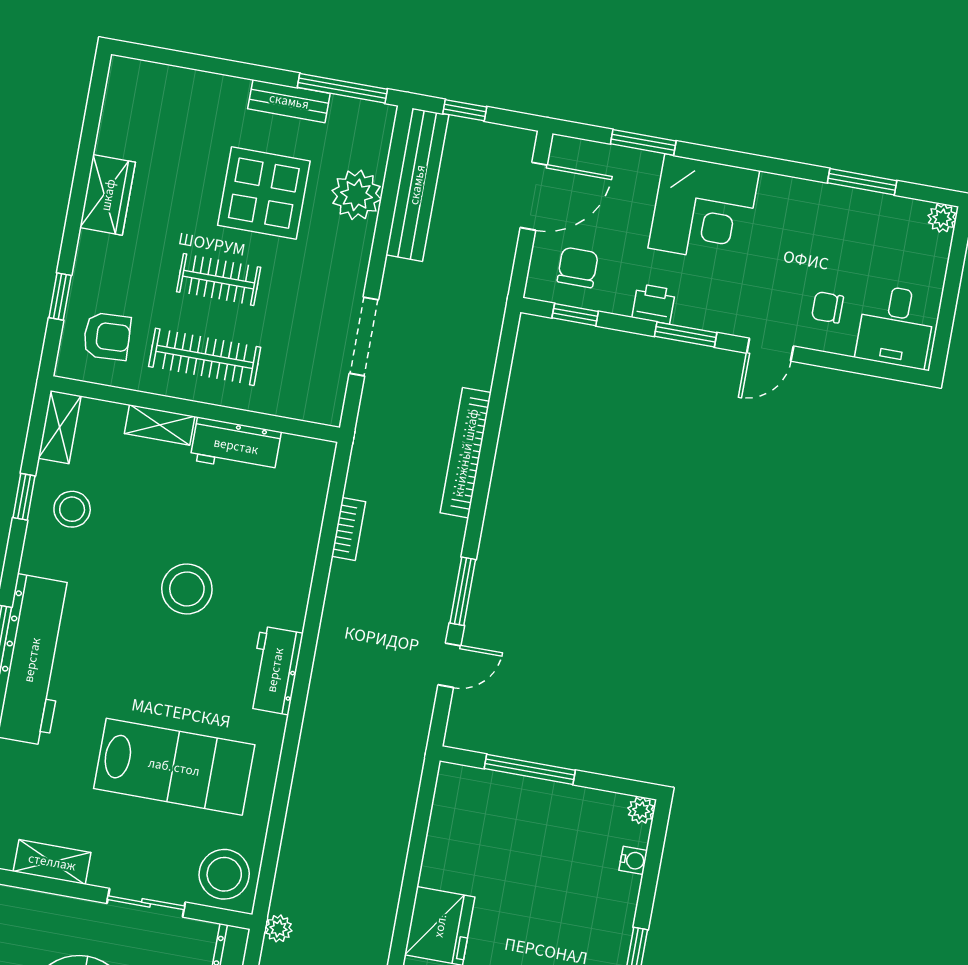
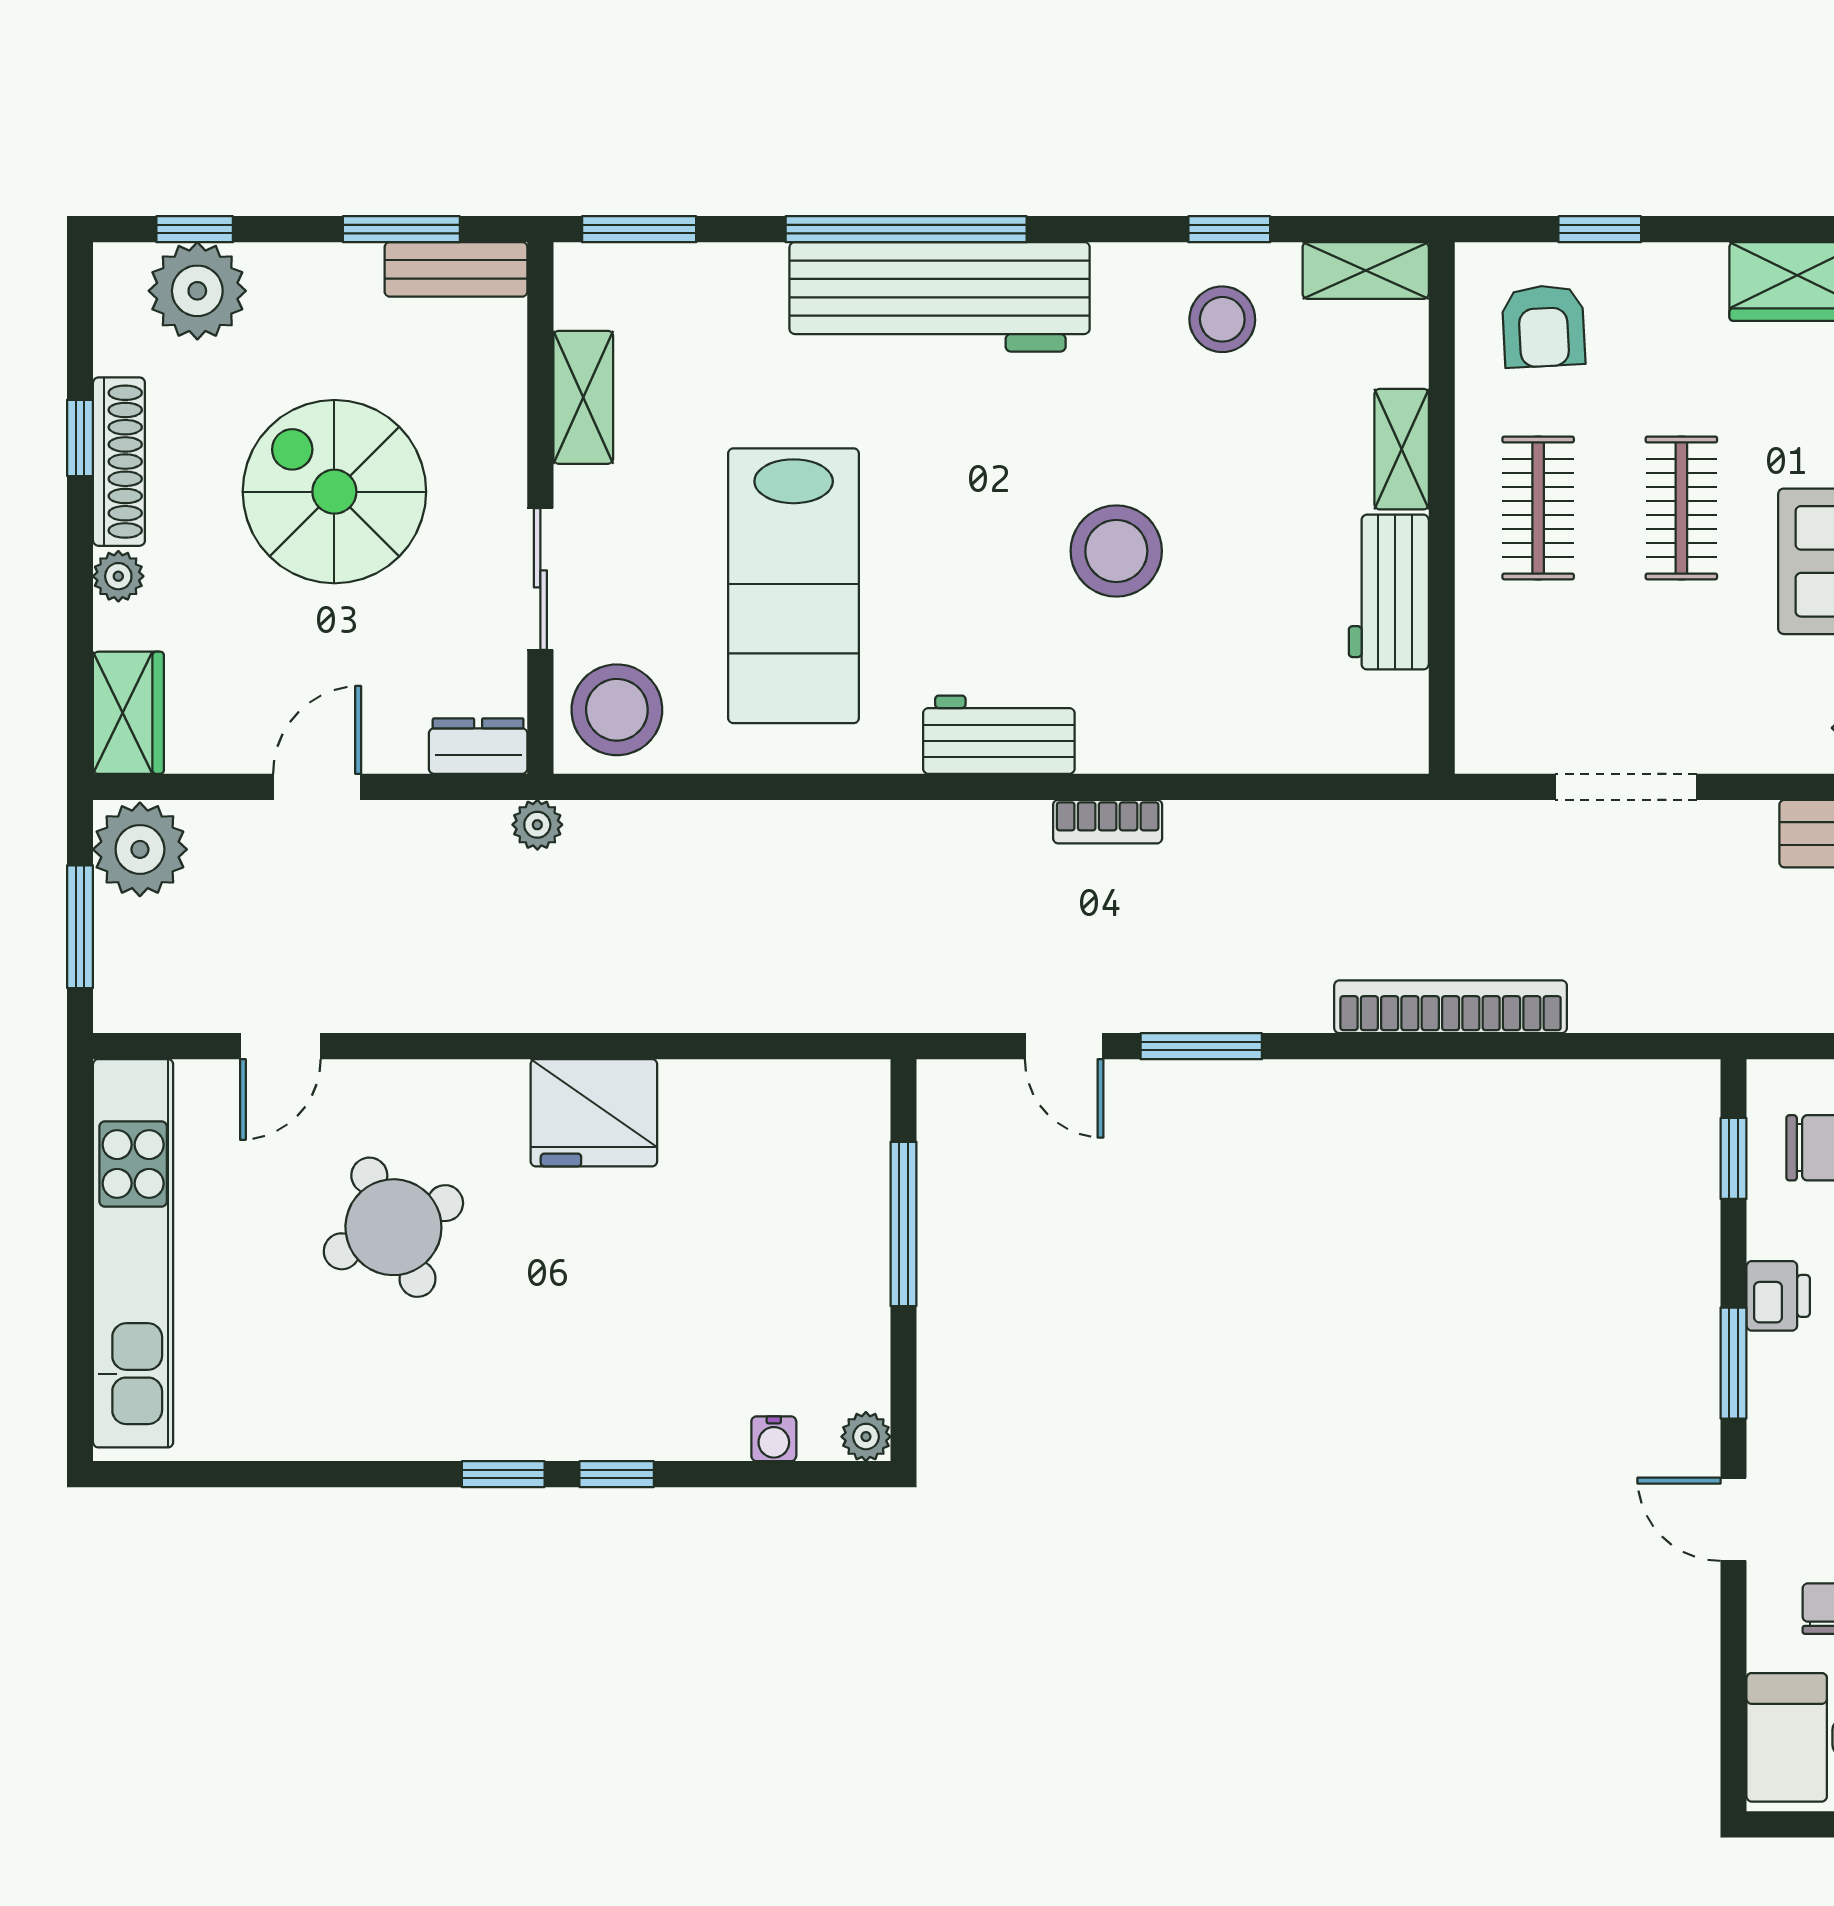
clothes rail: (205, 357) -> (1538, 508), width x0.73
bookcase: (349, 529) -> (1108, 822), moved

